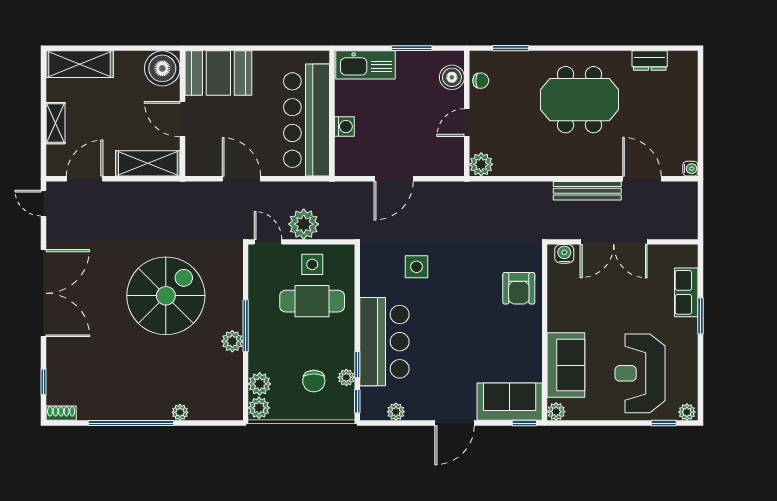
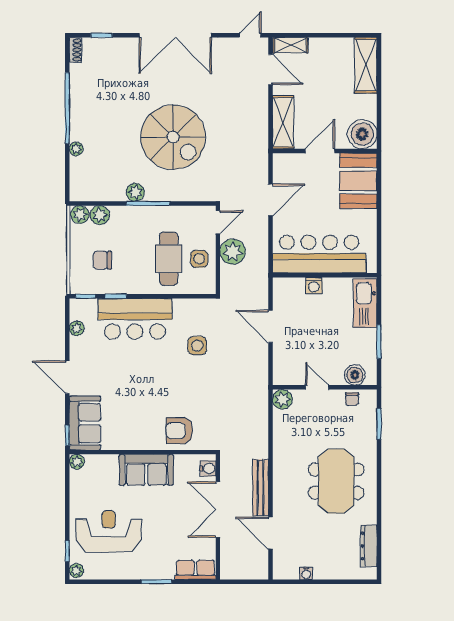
dresser: (650, 61) -> (369, 546), width x1.44
shelving: (55, 123) -> (291, 45), moved
water cooler: (690, 169) -> (306, 573), moved
door: (642, 179) -> (270, 533), swing flipped
row of seats: (686, 292) -> (195, 570), moved
sofa: (566, 365) -> (146, 470), moved
plant: (346, 377) -> (105, 287), removed

